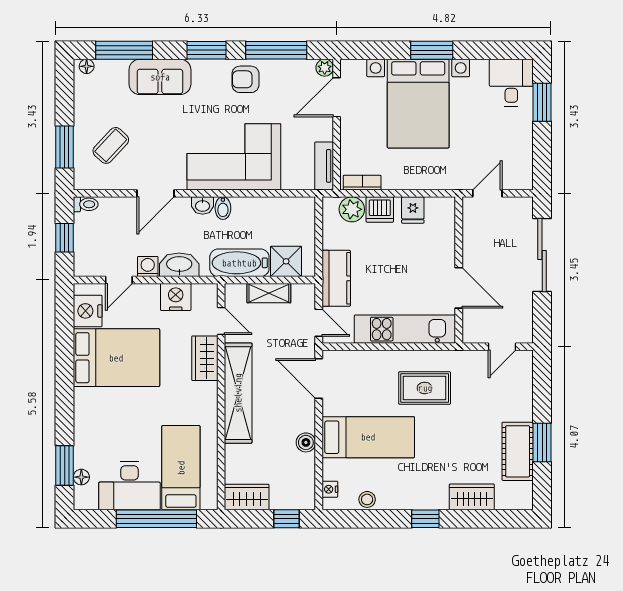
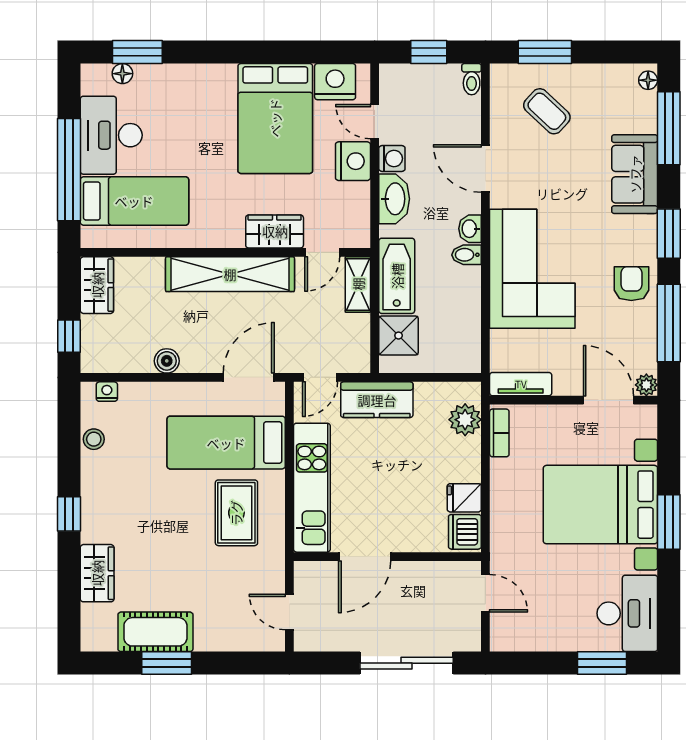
desk: (511, 83) -> (627, 613), width x1.37
dishwasher: (380, 210) -> (465, 532), moved
shelving: (269, 293) -> (358, 284), moved
nightstand: (176, 297) -> (353, 161), moved
bed: (368, 437) -> (226, 443), moved, turned 90

